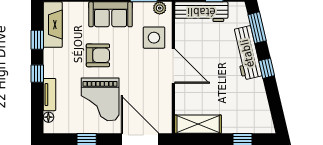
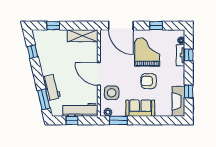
workbench: (247, 53) -> (52, 87), width x0.73
window: (267, 68) -> (32, 52), moved
window: (37, 74) -> (189, 55), moved

